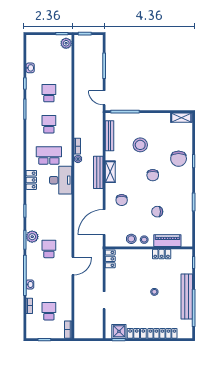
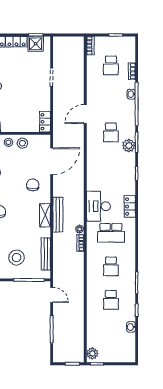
stool: (140, 145) -> (17, 258), moved

